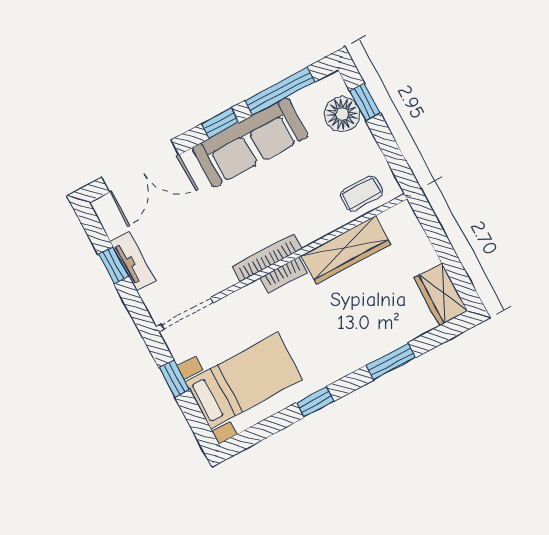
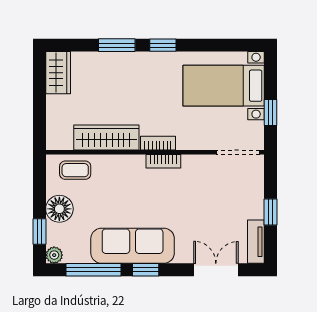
plant: (334, 84) -> (54, 255), added
floor lamp: (342, 114) -> (59, 209), moved
double door: (140, 166) -> (216, 270), width x0.73
bookcase: (267, 258) -> (163, 161), width x0.64
tv unit: (133, 261) -> (256, 242), moved
window: (315, 402) -> (163, 45), moved

